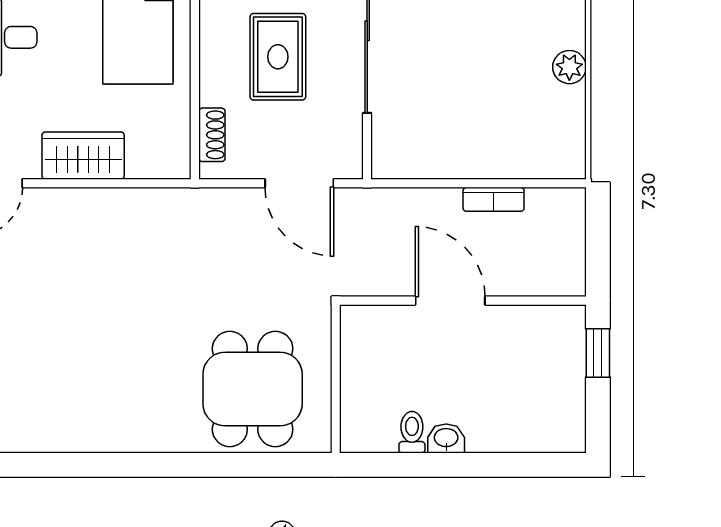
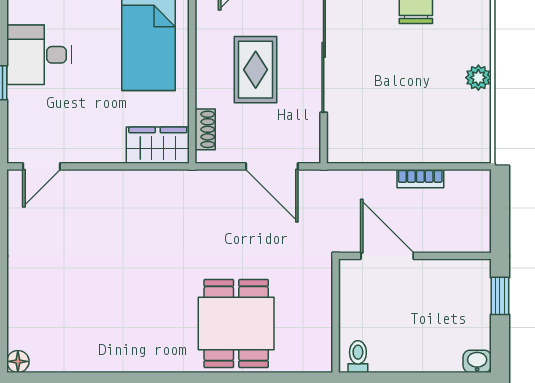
wardrobe: (83, 156) -> (158, 145), moved
wall: (336, 379) -> (336, 316), moved
washbasin: (446, 438) -> (477, 361), moved

